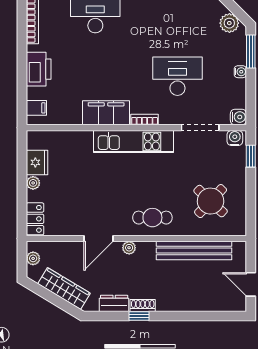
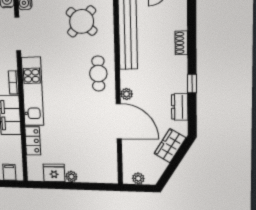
locker: (35, 219) -> (33, 141), moved, turned 90
door: (98, 239) -> (119, 121), width x1.36
wardrobe: (64, 289) -> (170, 146), width x0.67
shoe rack: (143, 305) -> (181, 43), moved

